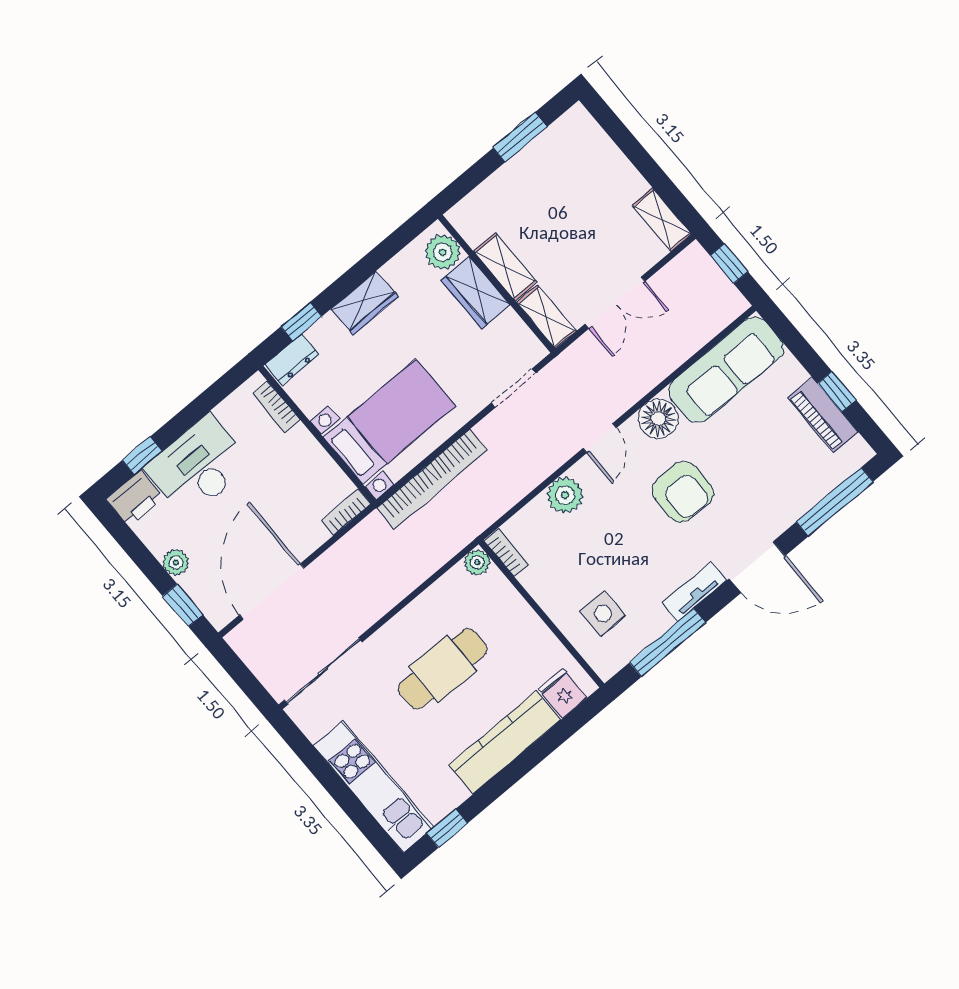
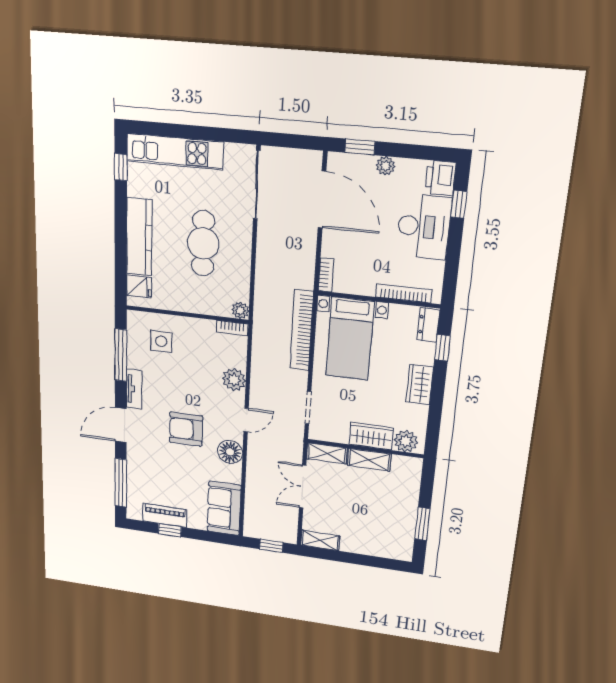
sofa: (726, 370) -> (224, 508), width x0.73
bookcase: (276, 406) -> (404, 293), width x1.56
door: (600, 438) -> (246, 420), swing flipped

